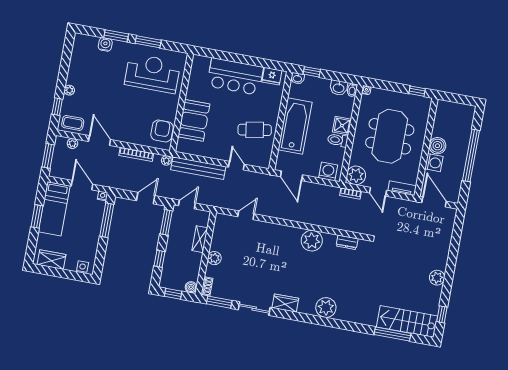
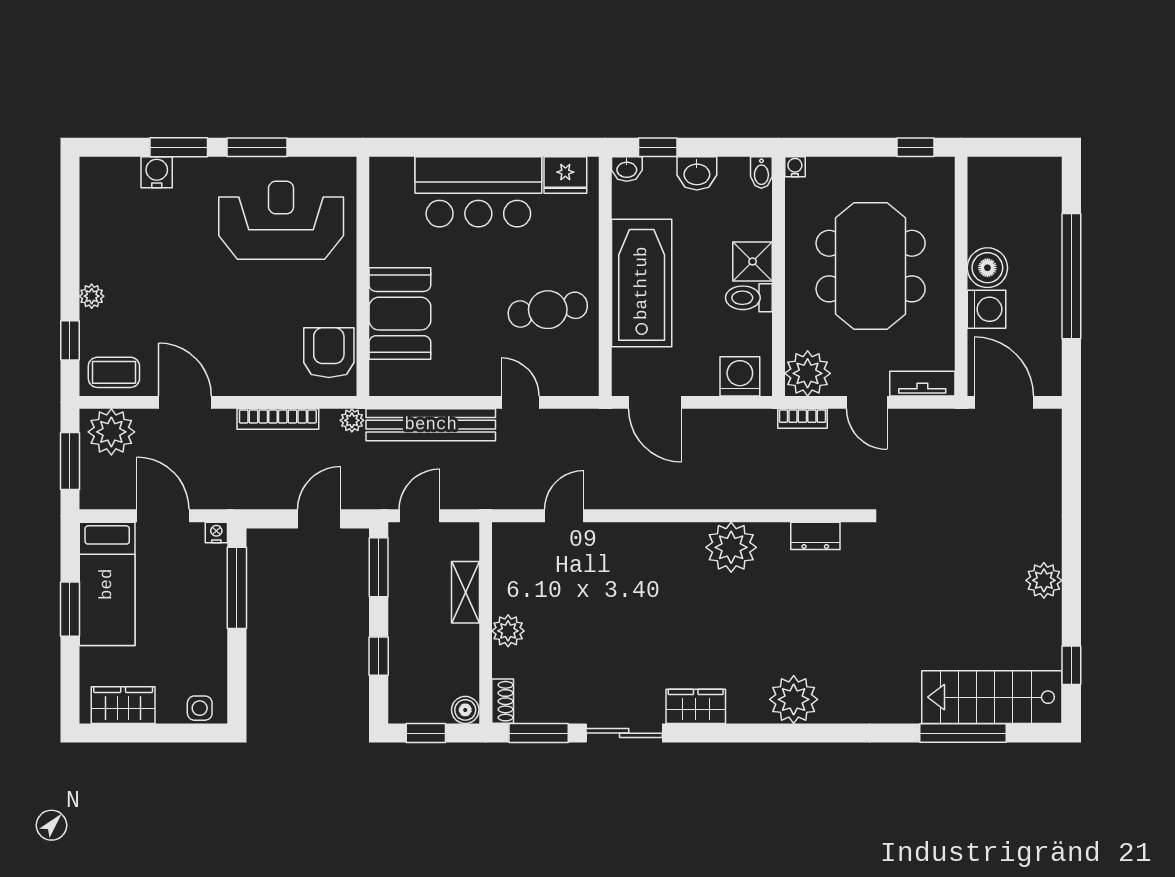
washbasin: (339, 88) -> (697, 173), moved
plant: (72, 143) -> (111, 432), width x1.88, depth x1.88

